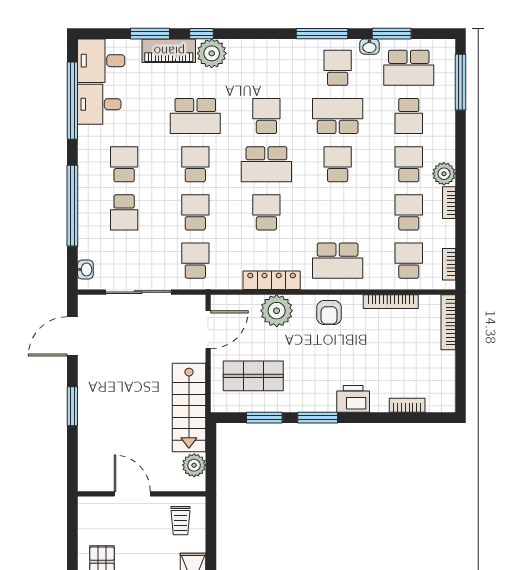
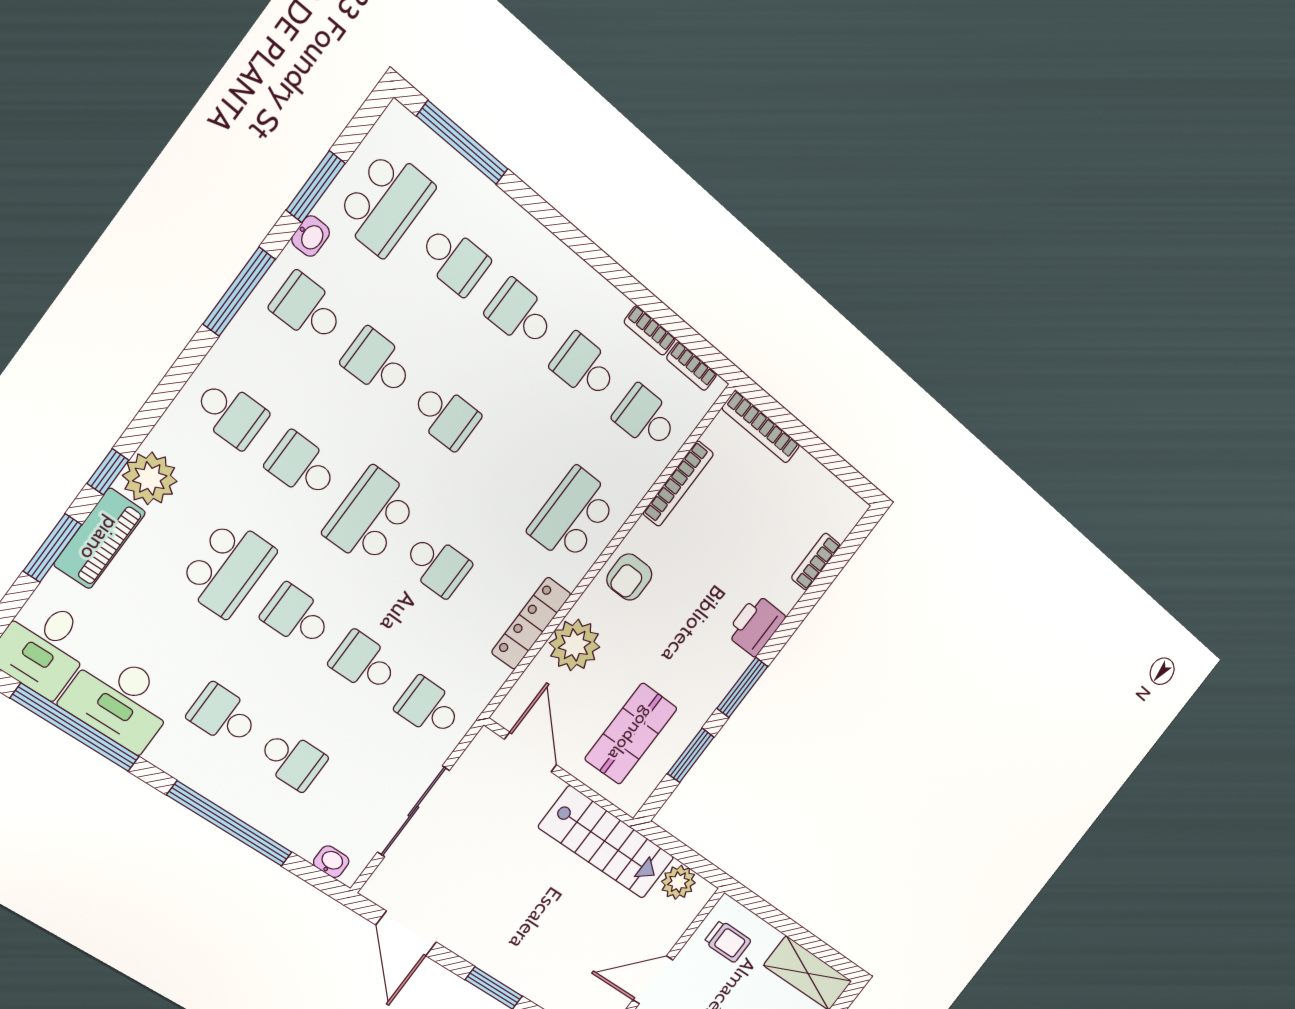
school desk: (266, 68) -> (231, 414), added
desk: (99, 104) -> (120, 700), width x1.37
school desk: (338, 116) -> (378, 363), width x0.54
school desk: (266, 164) -> (371, 516), turned 180
school desk: (338, 164) -> (445, 416), turned 180
plant: (444, 174) -> (571, 275), removed
bookcase: (449, 203) -> (650, 330), moved
school desk: (266, 212) -> (437, 565), turned 180
school desk: (338, 261) -> (573, 515), turned 180
armchair: (329, 313) -> (629, 577), turned 90

